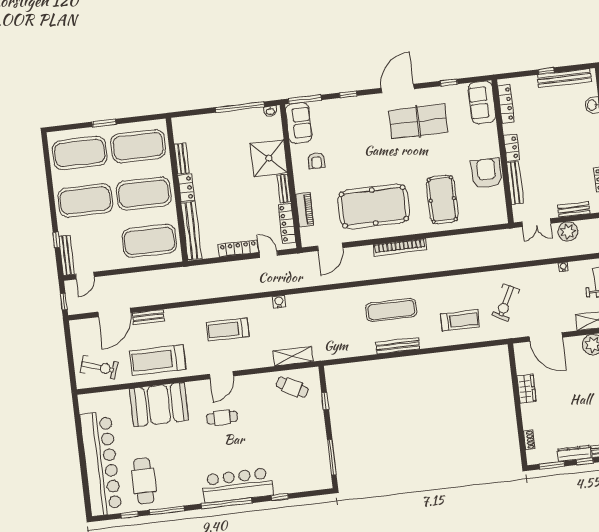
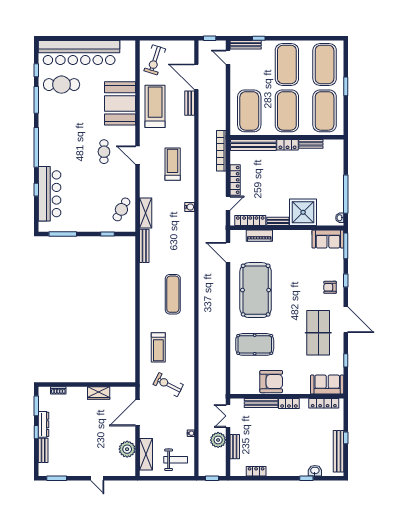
armchair: (316, 160) -> (330, 287), moved
bookcase: (400, 247) -> (221, 151), moved
bench: (398, 346) -> (144, 246), moved
bar counter: (238, 485) -> (50, 194), moved

